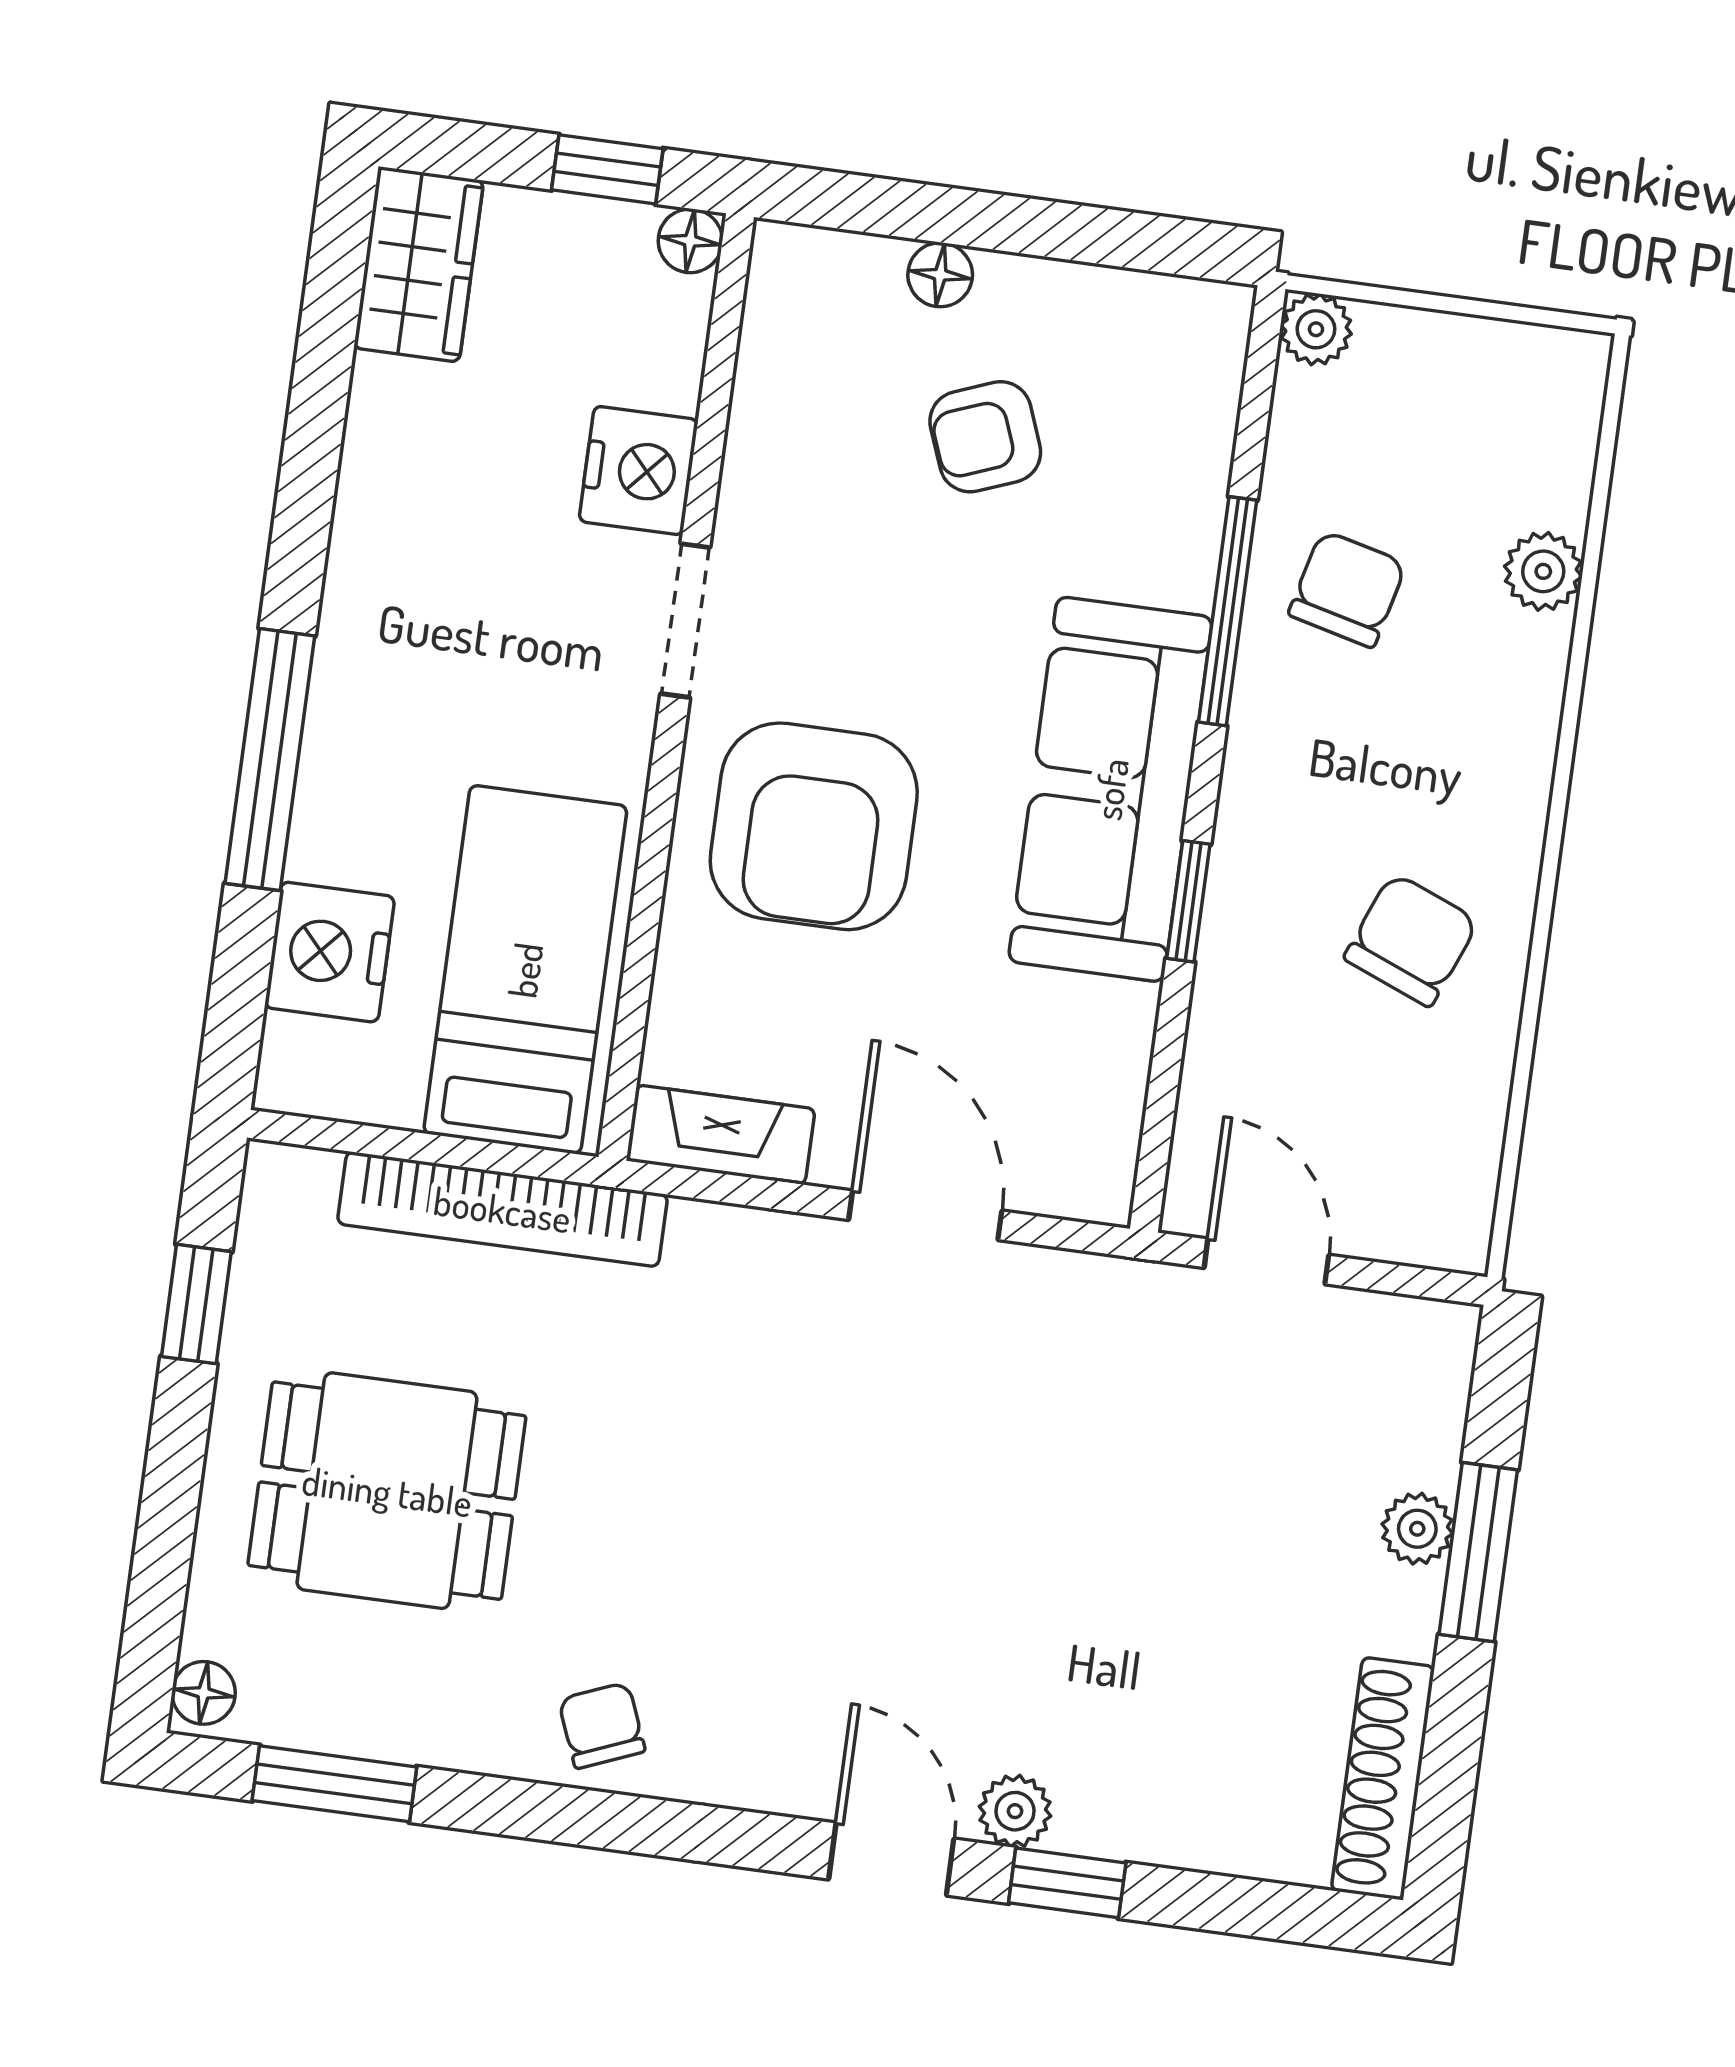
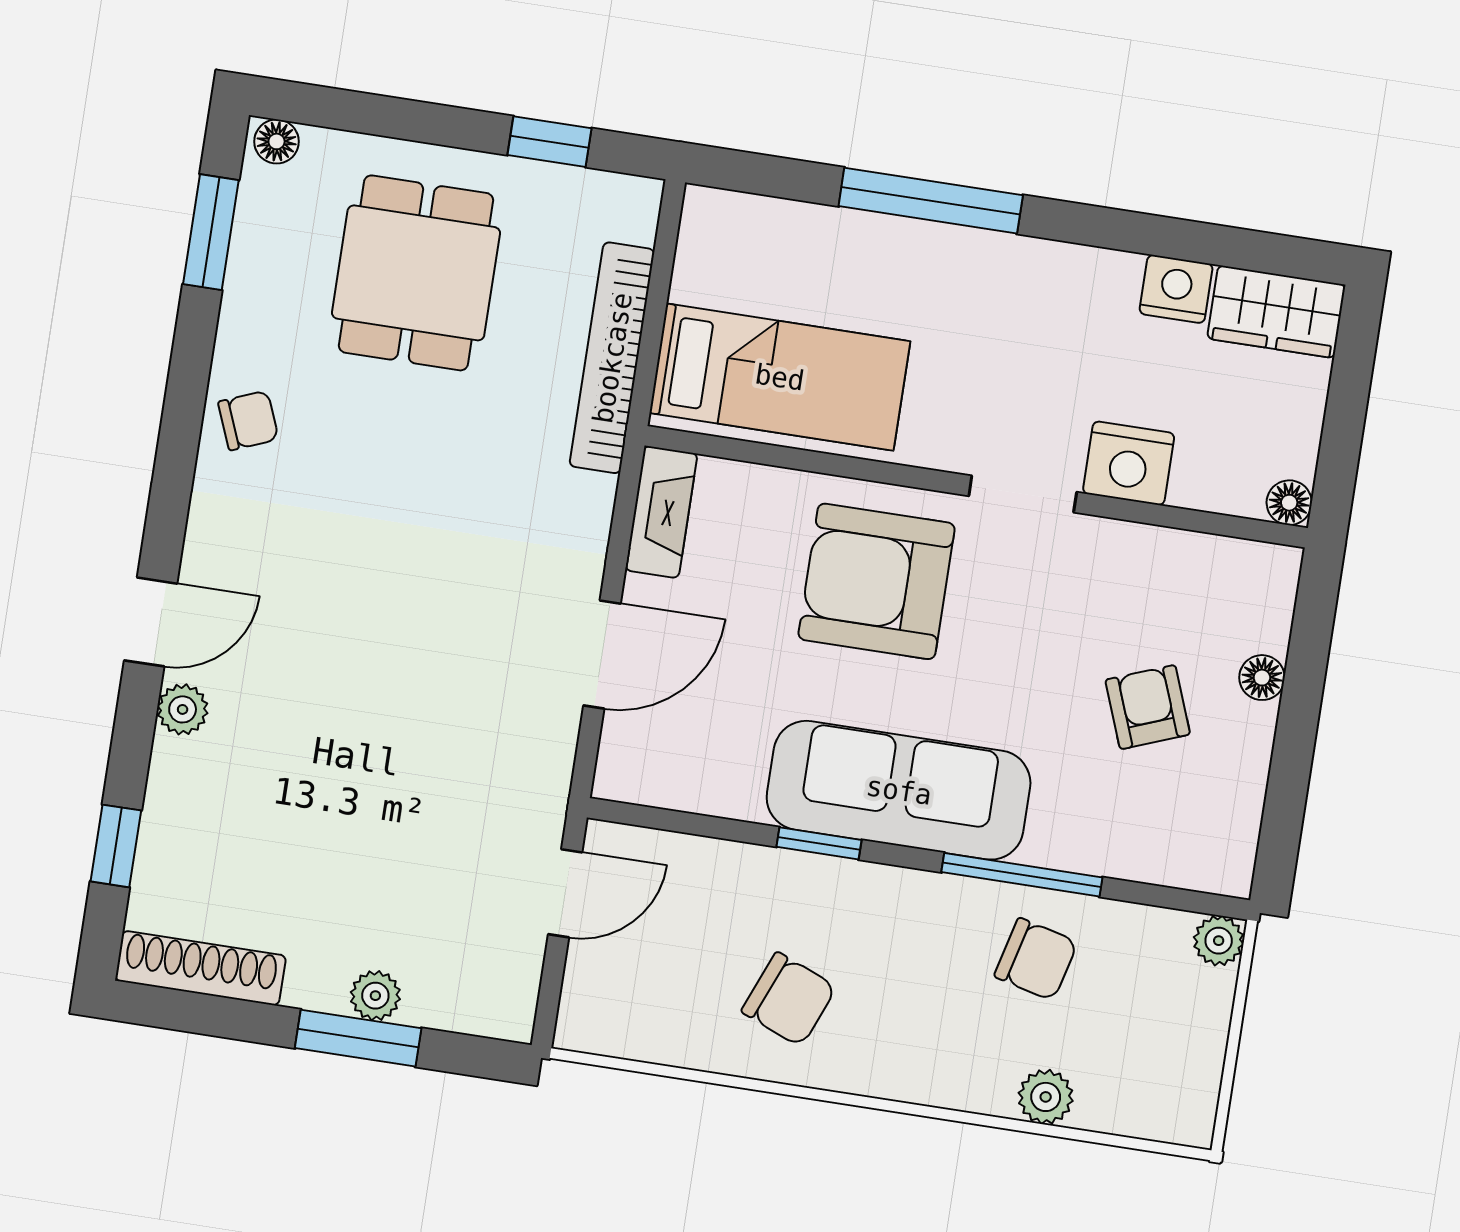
window: (607, 169) -> (1340, 445), removed
nightstand: (330, 952) -> (1176, 289), moved, width x0.74, depth x0.75
window: (1067, 1883) -> (116, 846), moved

